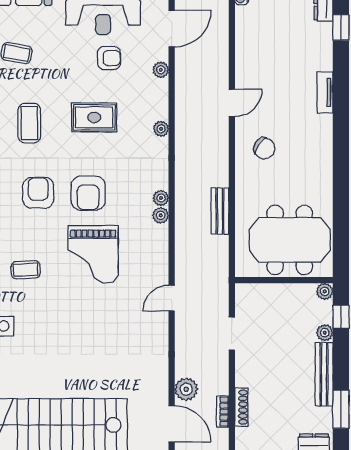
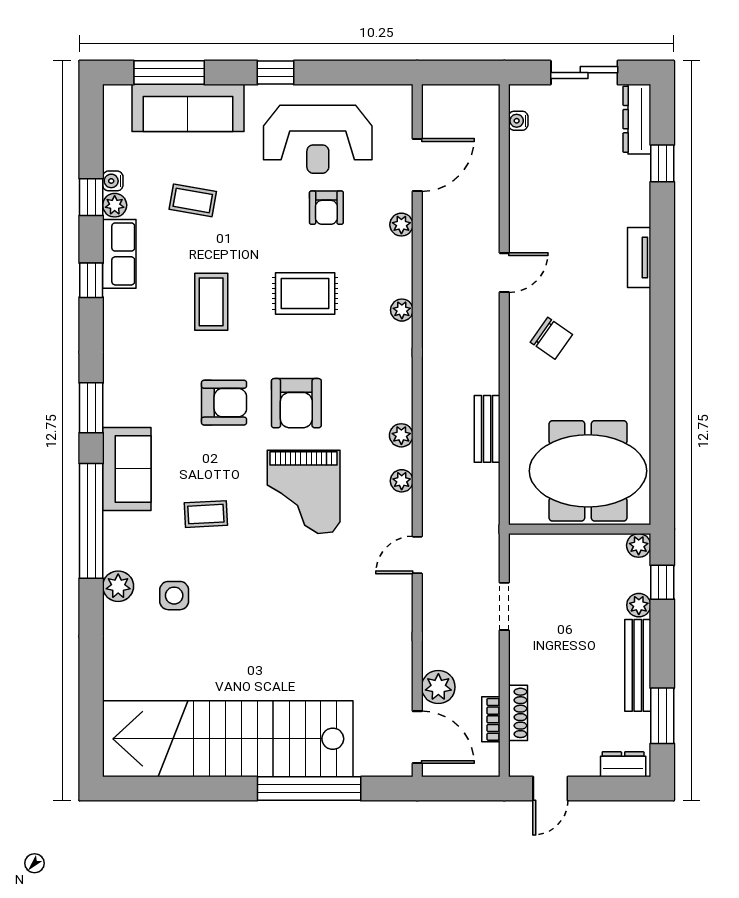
armchair: (109, 58) -> (326, 208), turned 90
armchair: (38, 193) -> (224, 403), turned 90
plant: (161, 198) -> (402, 481), moved

